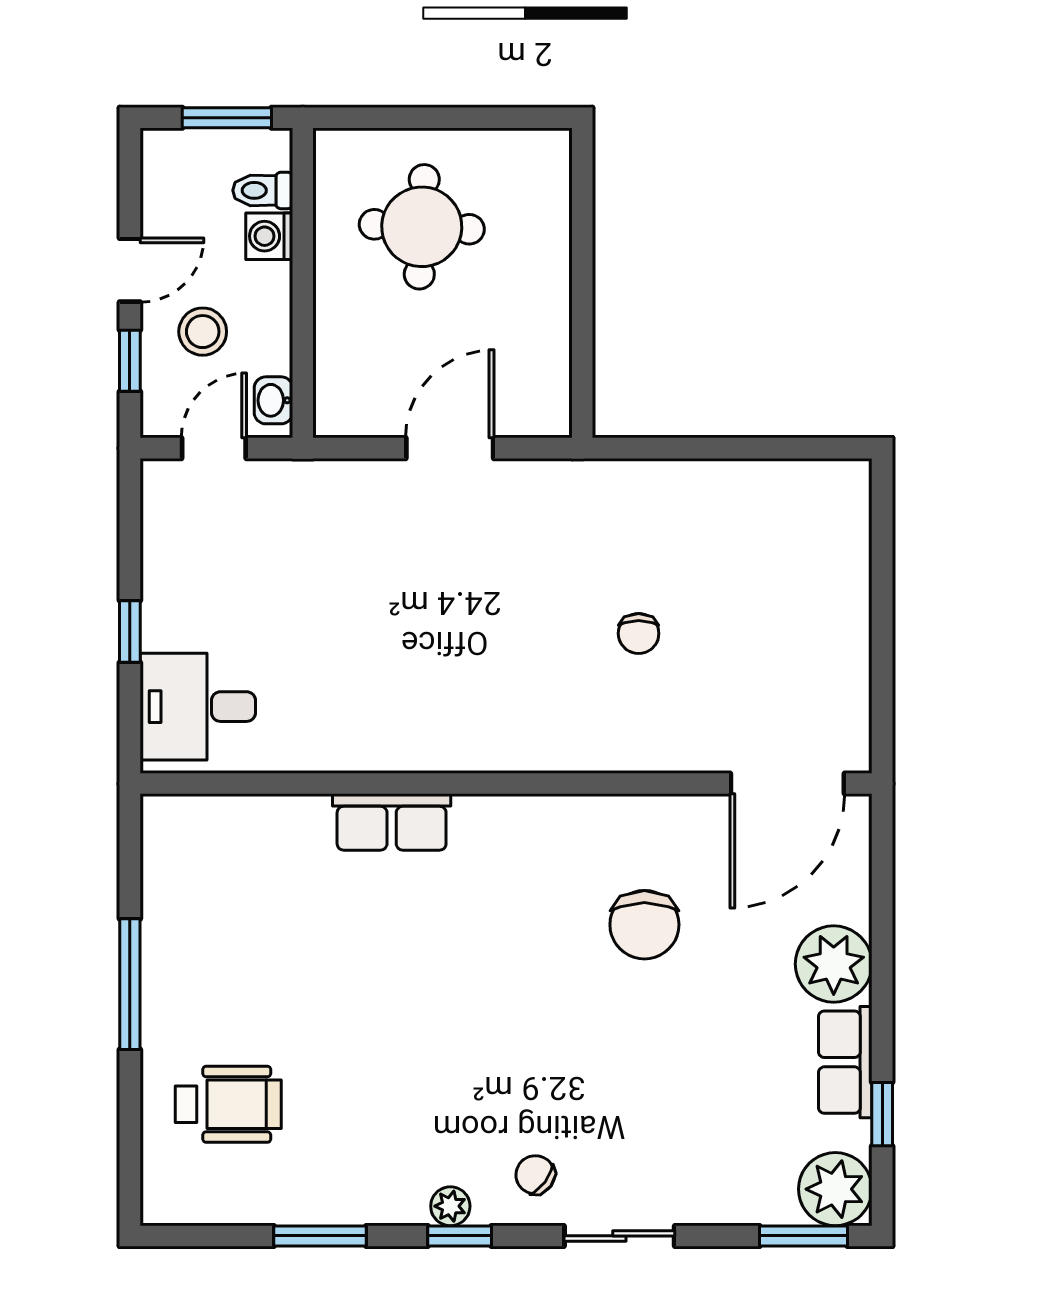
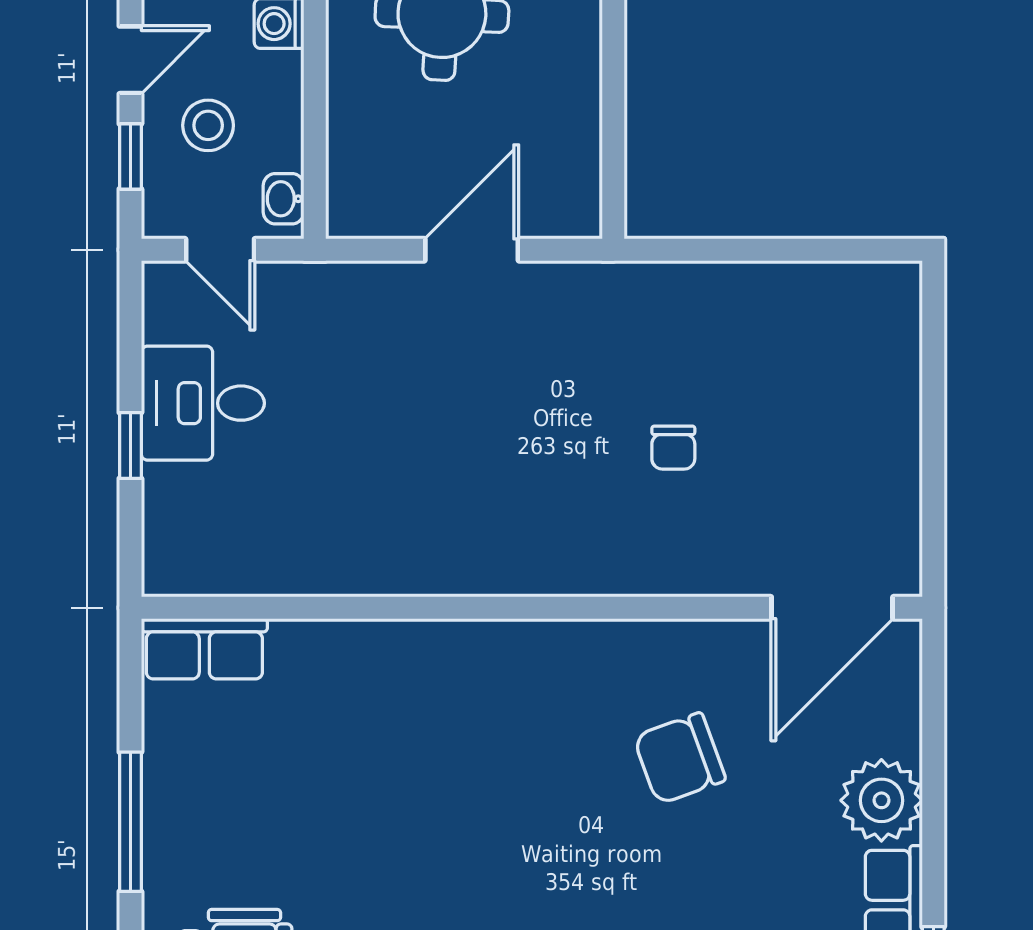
door: (214, 448) -> (220, 250), swing flipped
desk: (198, 707) -> (203, 403), moved
row of seats: (392, 822) -> (204, 649), moved
chair: (644, 925) -> (679, 758), turned 70

